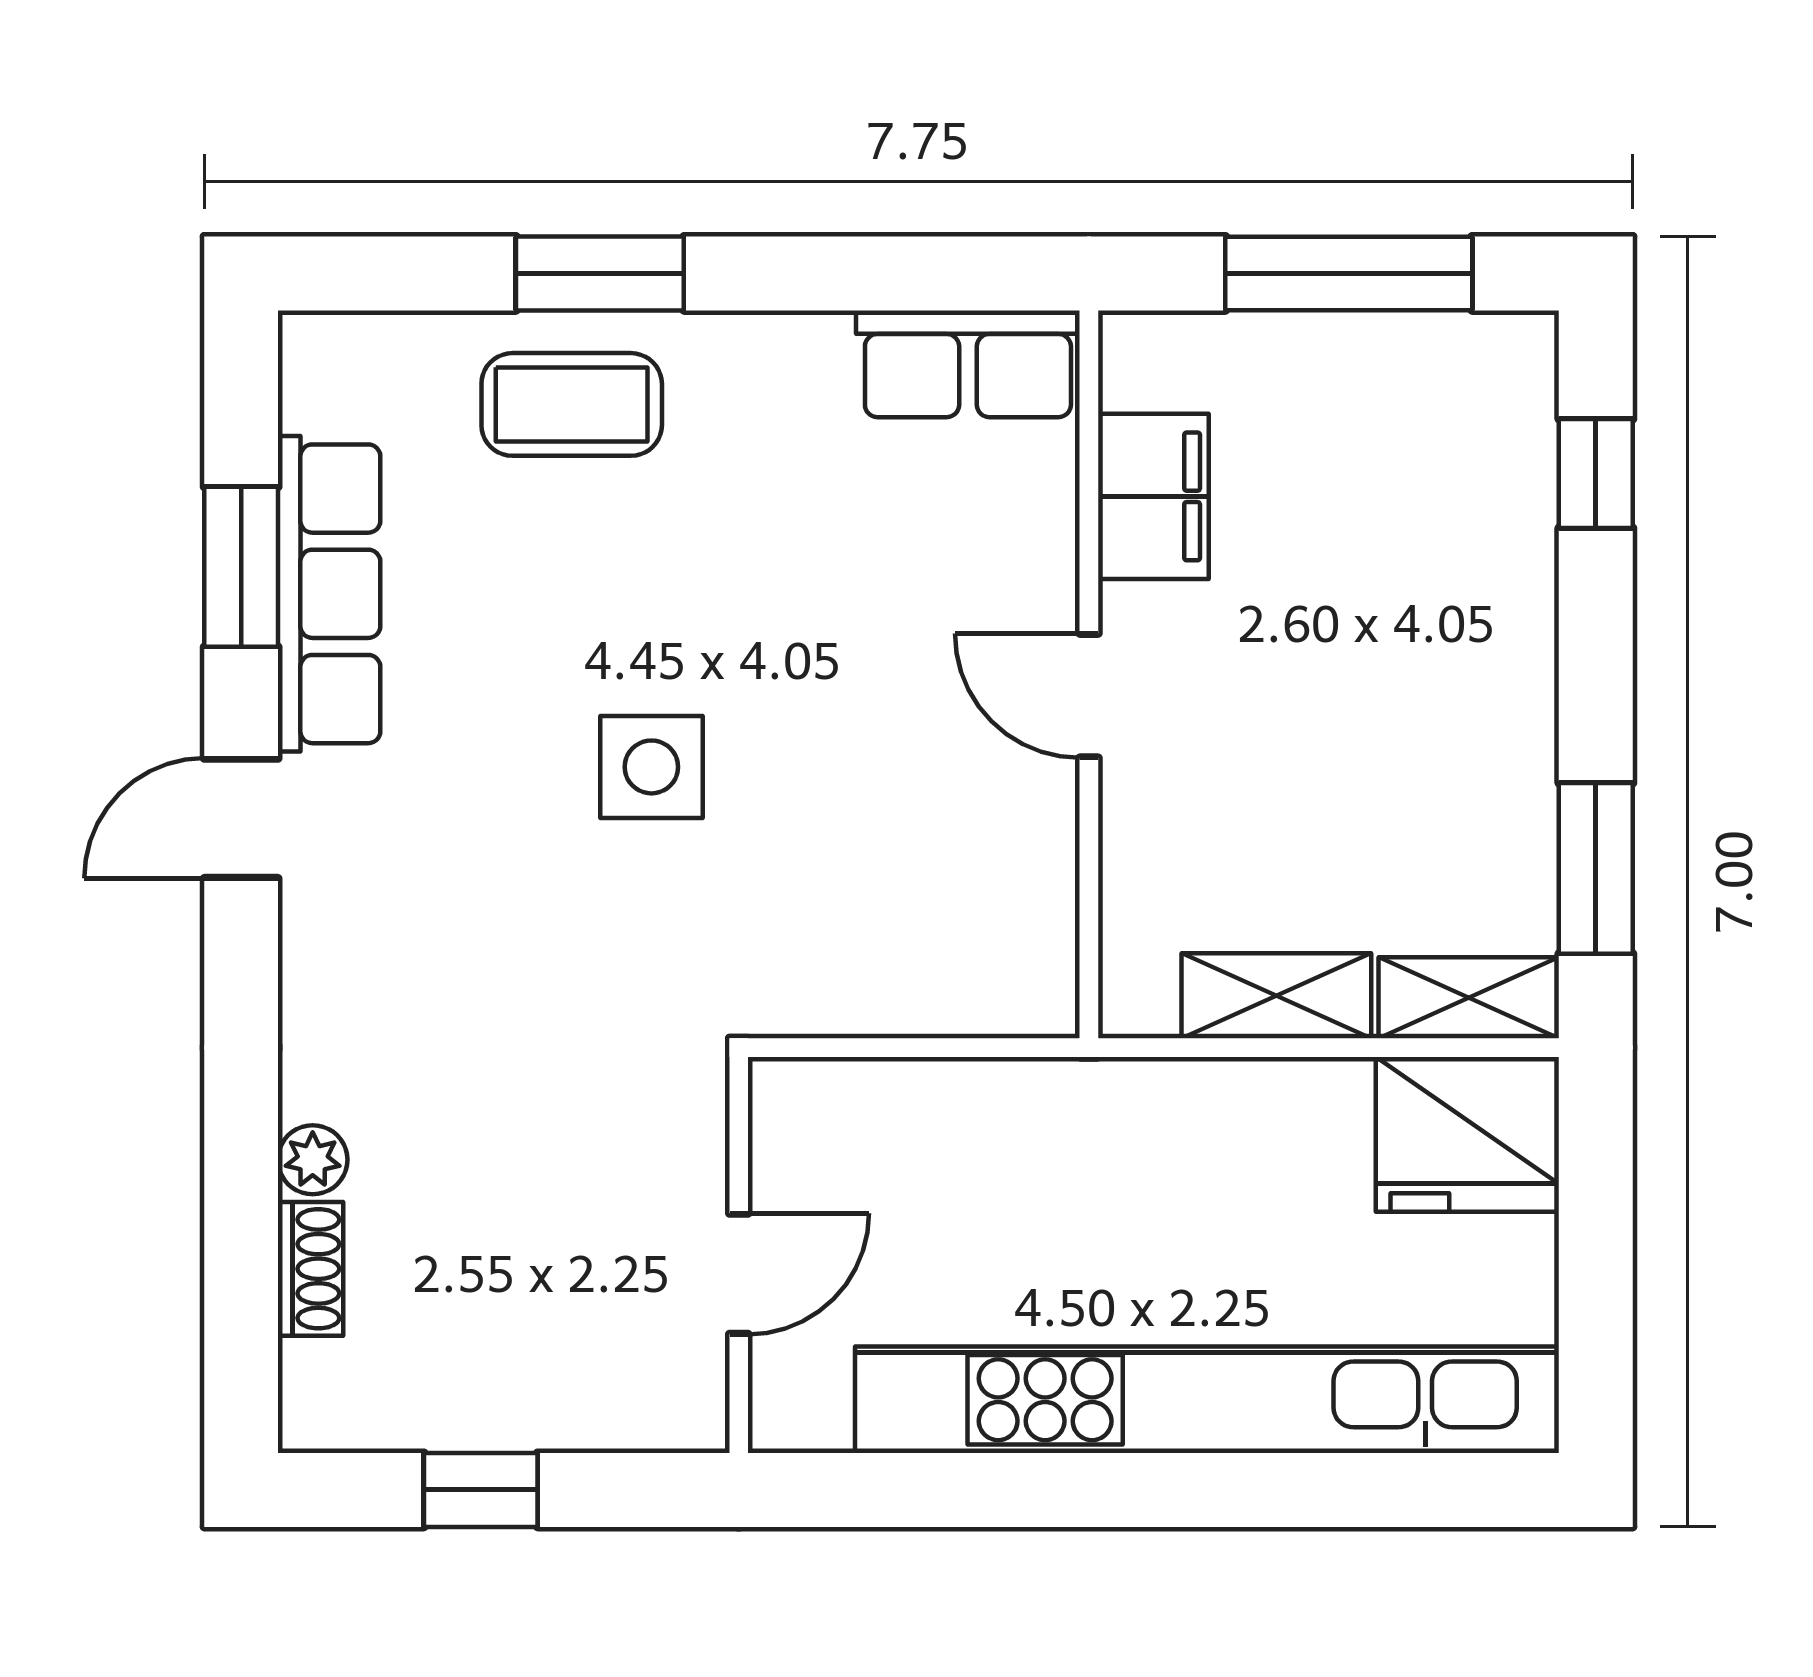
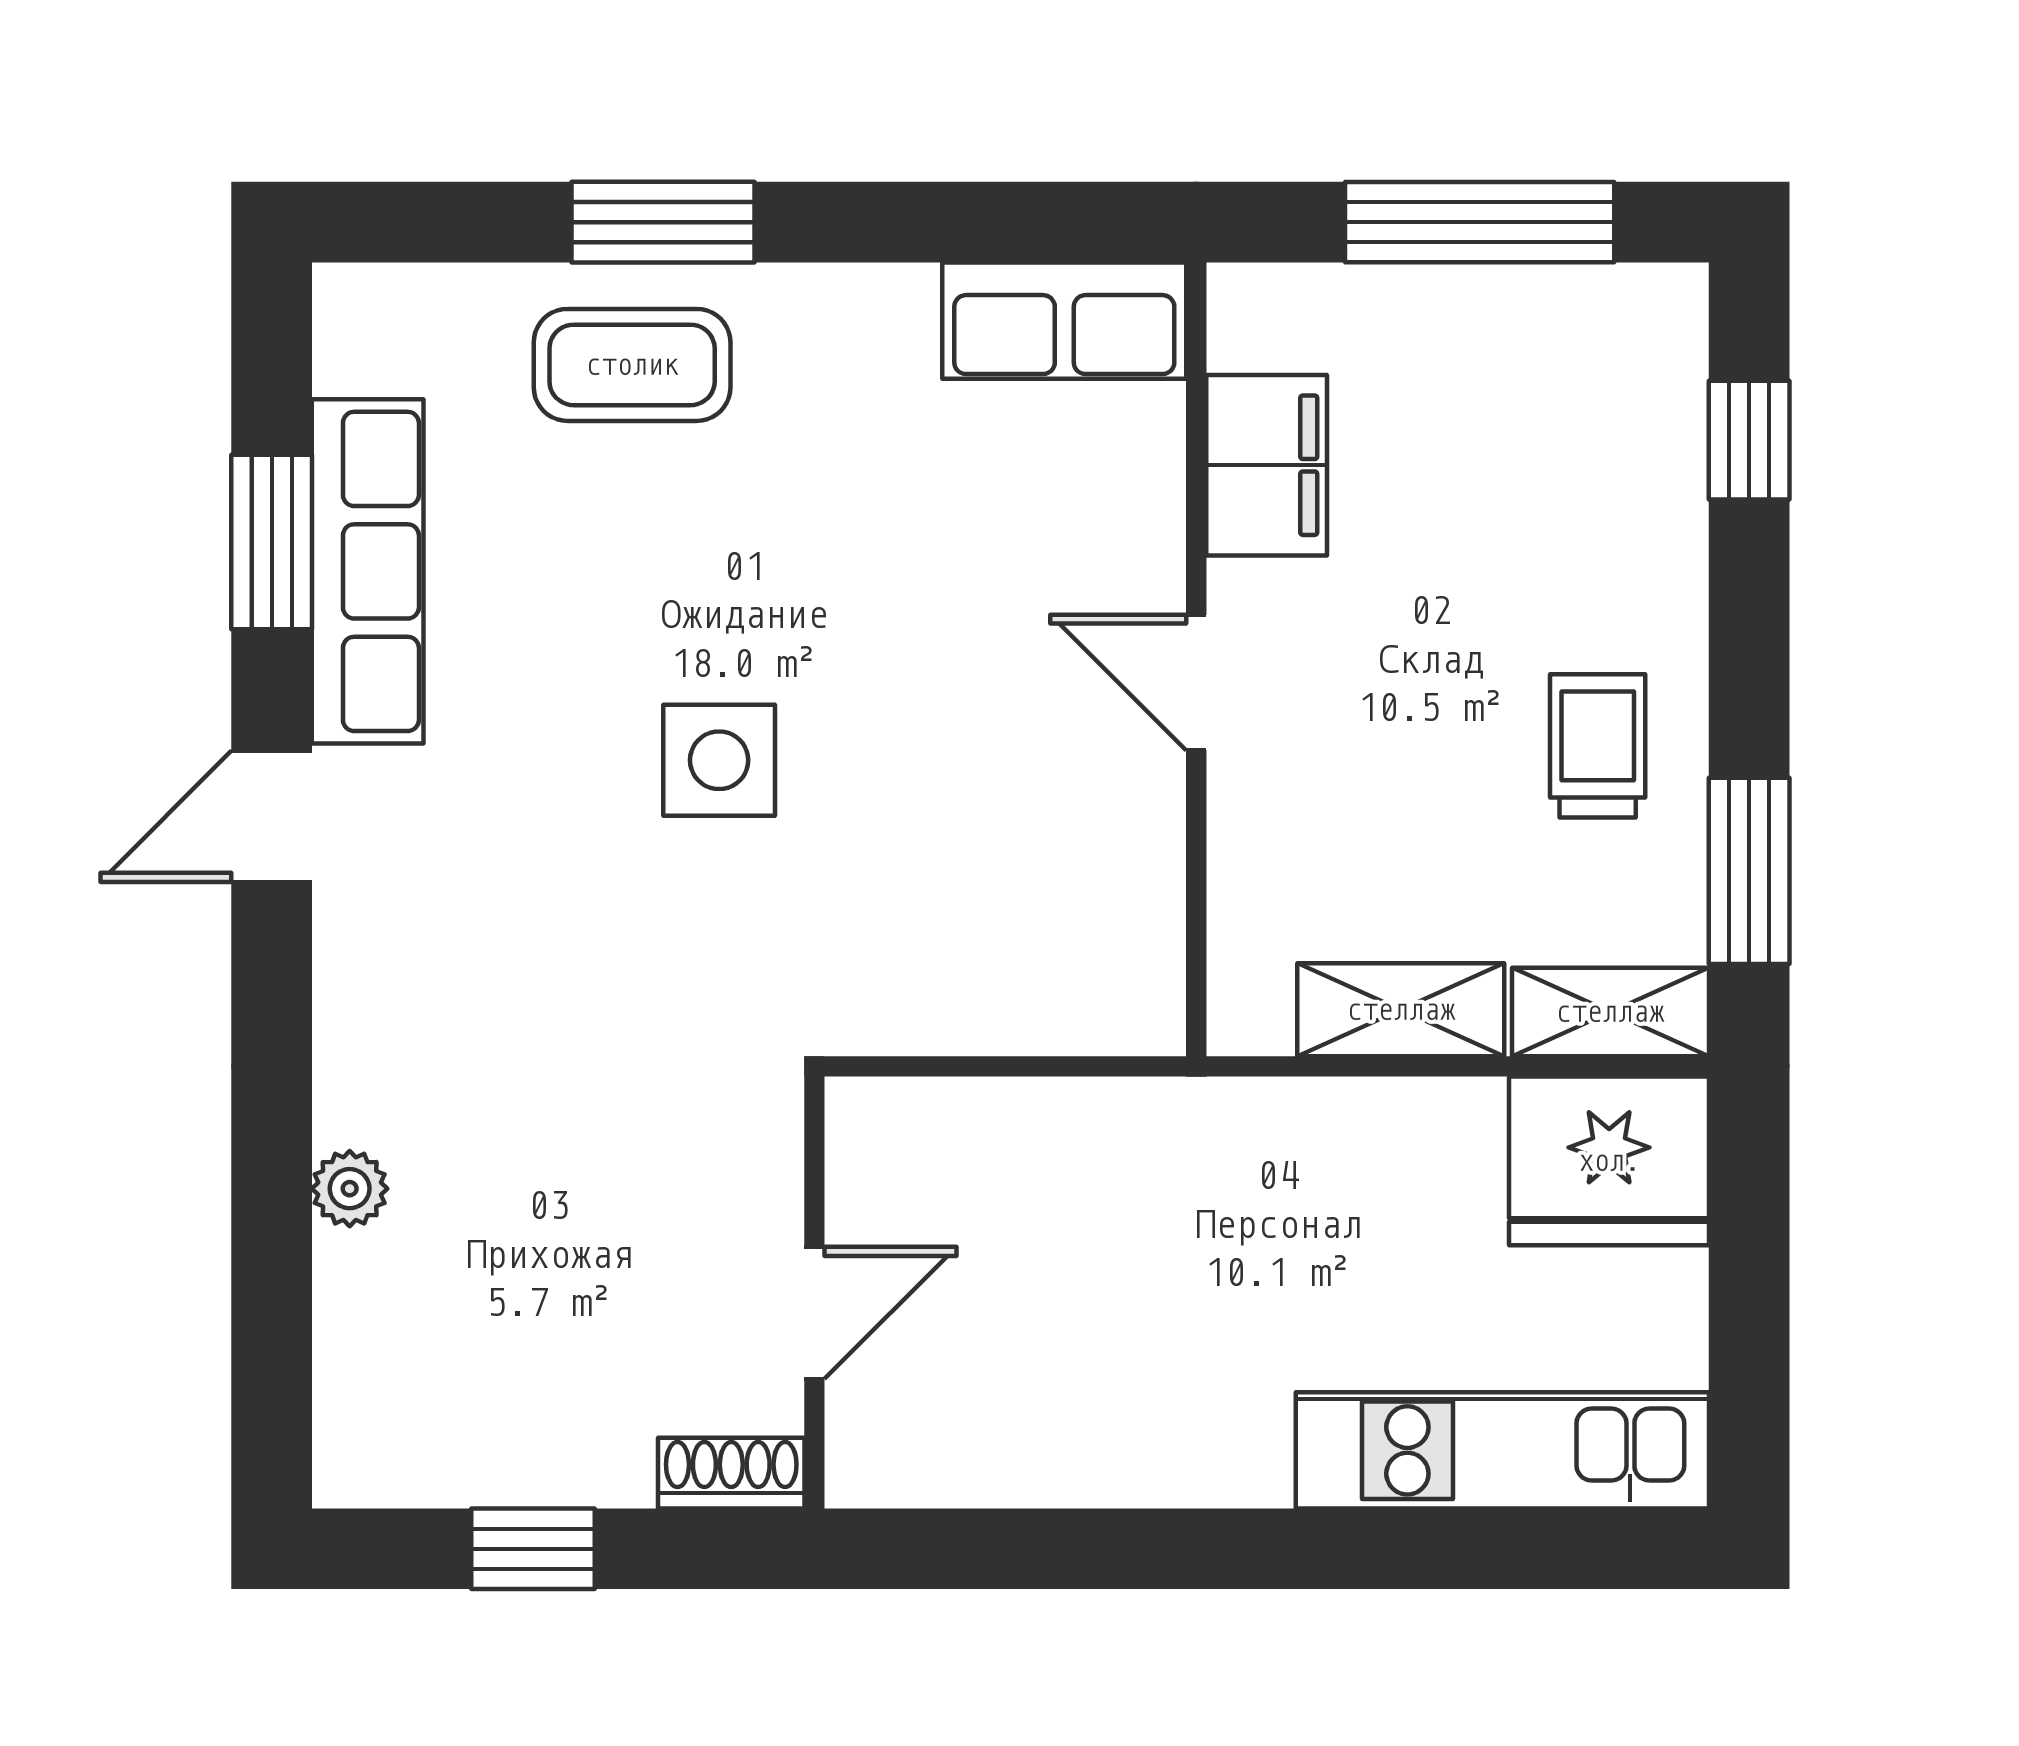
trolley: (1457, 754) -> (1598, 746), added
shoe rack: (311, 1269) -> (731, 1473), moved, turned -90
kitchen unit: (1207, 1400) -> (1502, 1450), width x0.54

